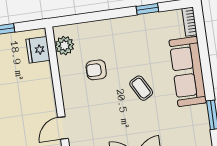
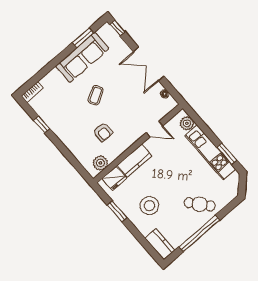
sofa: (188, 72) -> (82, 57), moved
kitchen counter: (43, 84) -> (134, 161), added

